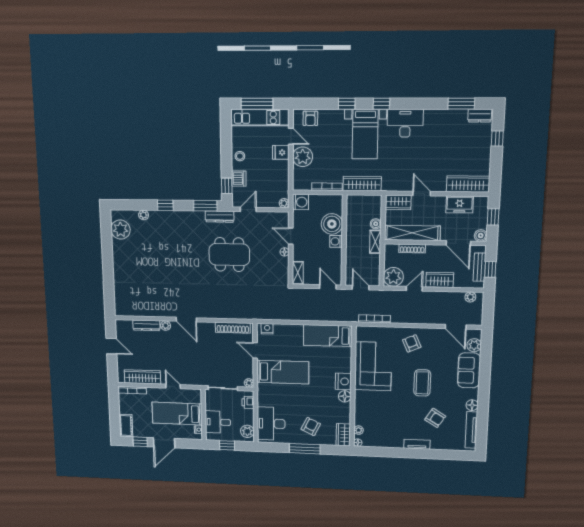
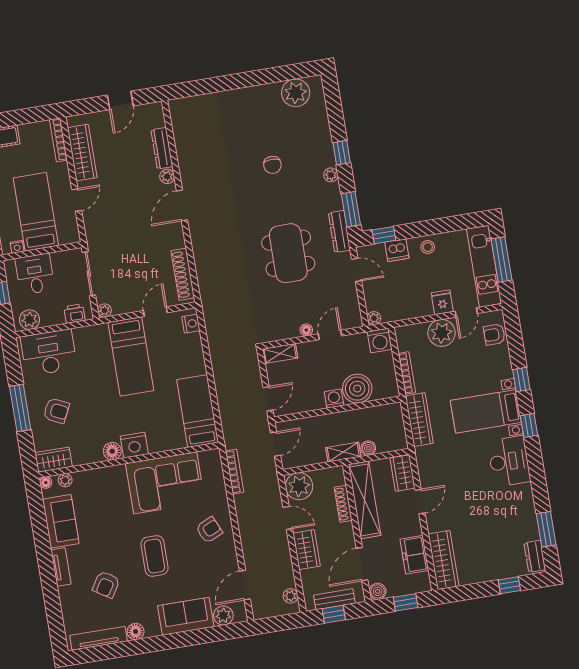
plant: (144, 215) -> (331, 175), moved
chair: (167, 254) -> (272, 165), added
coffee table: (422, 383) -> (154, 556), turned 90
sofa: (386, 438) -> (61, 521), added

